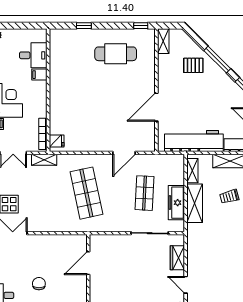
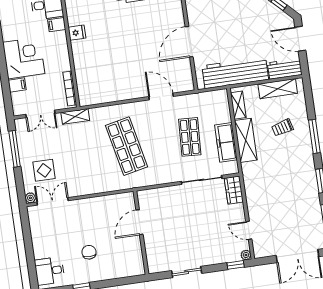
fridge: (57, 141) -> (77, 33), moved
door: (124, 153) -> (161, 96), swing flipped
wardrobe: (177, 258) -> (234, 190), moved

